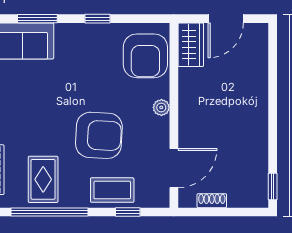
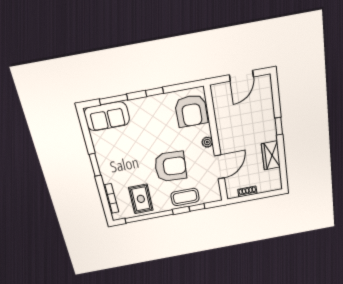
wardrobe: (191, 45) -> (271, 155), moved, turned 180
door: (174, 168) -> (219, 167), moved
window: (273, 186) -> (279, 126), moved

